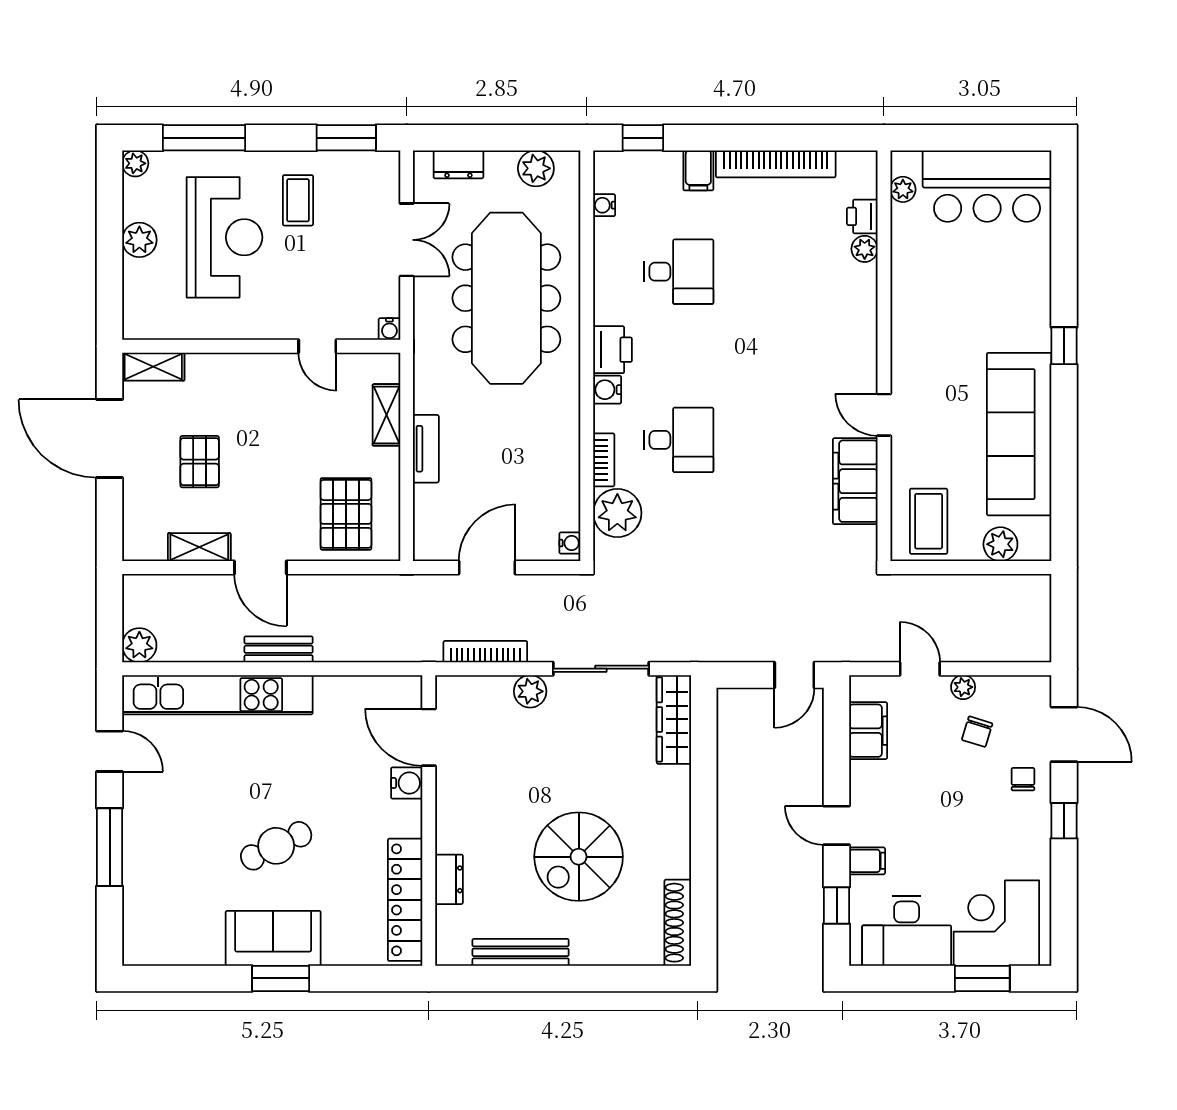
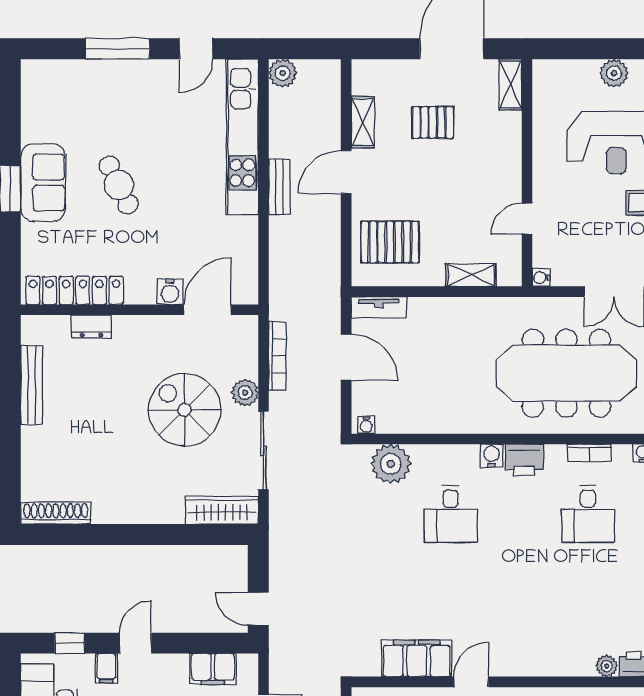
tv unit: (426, 449) -> (379, 307), moved
bookcase: (604, 460) -> (590, 453), moved
spiral stairs: (579, 857) -> (184, 410), moved

